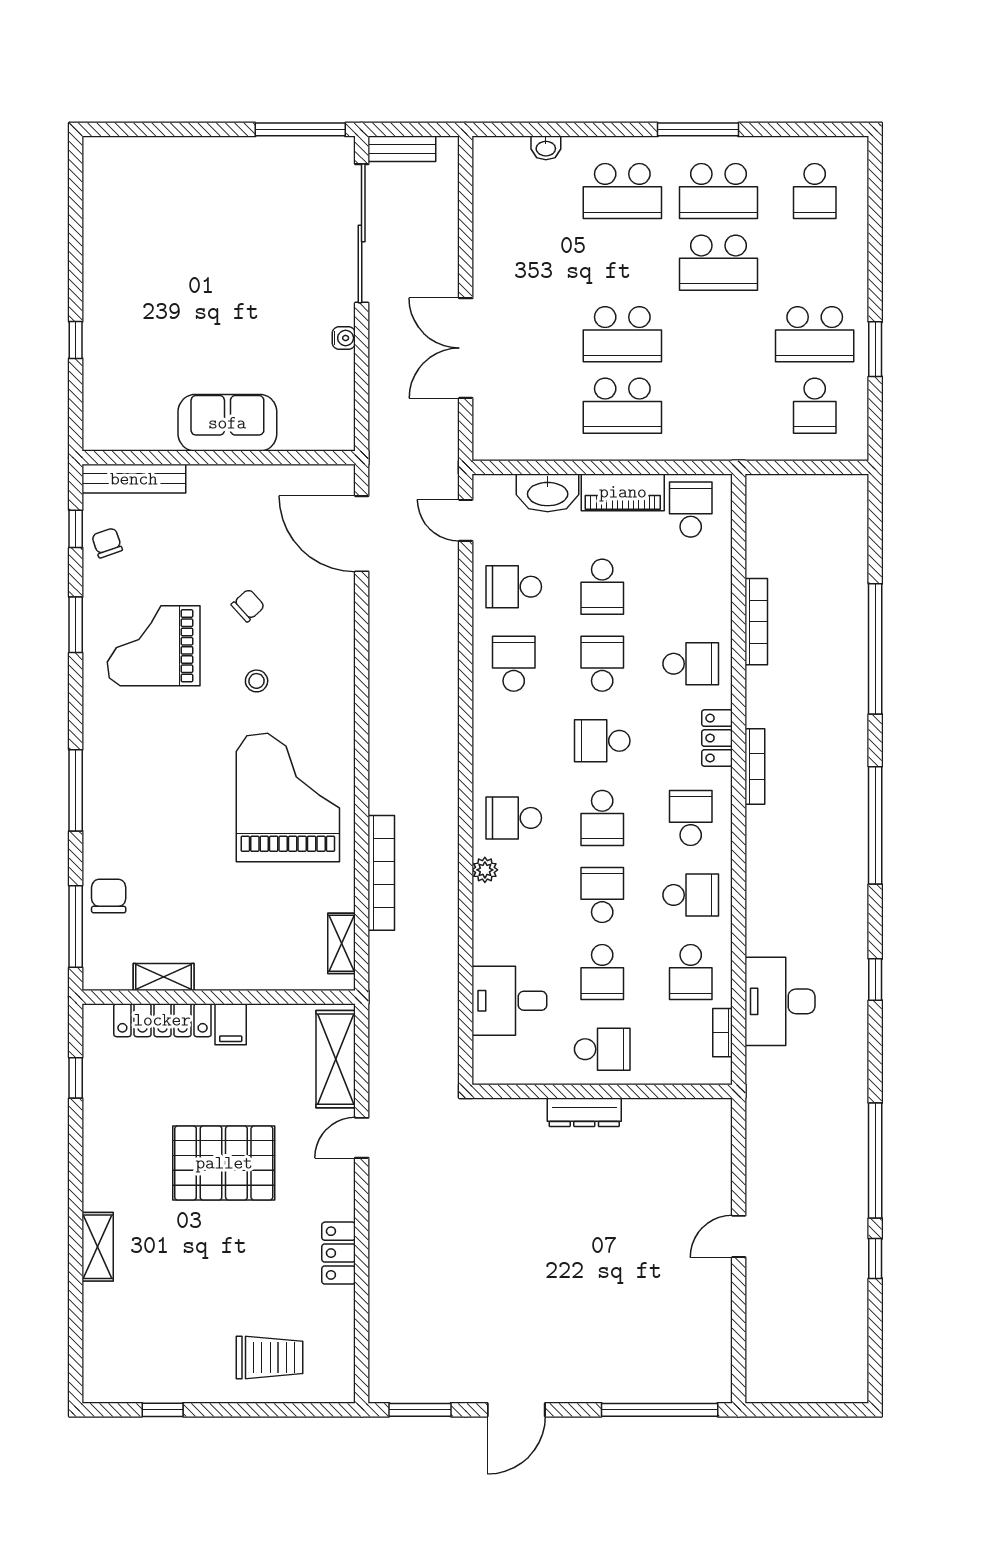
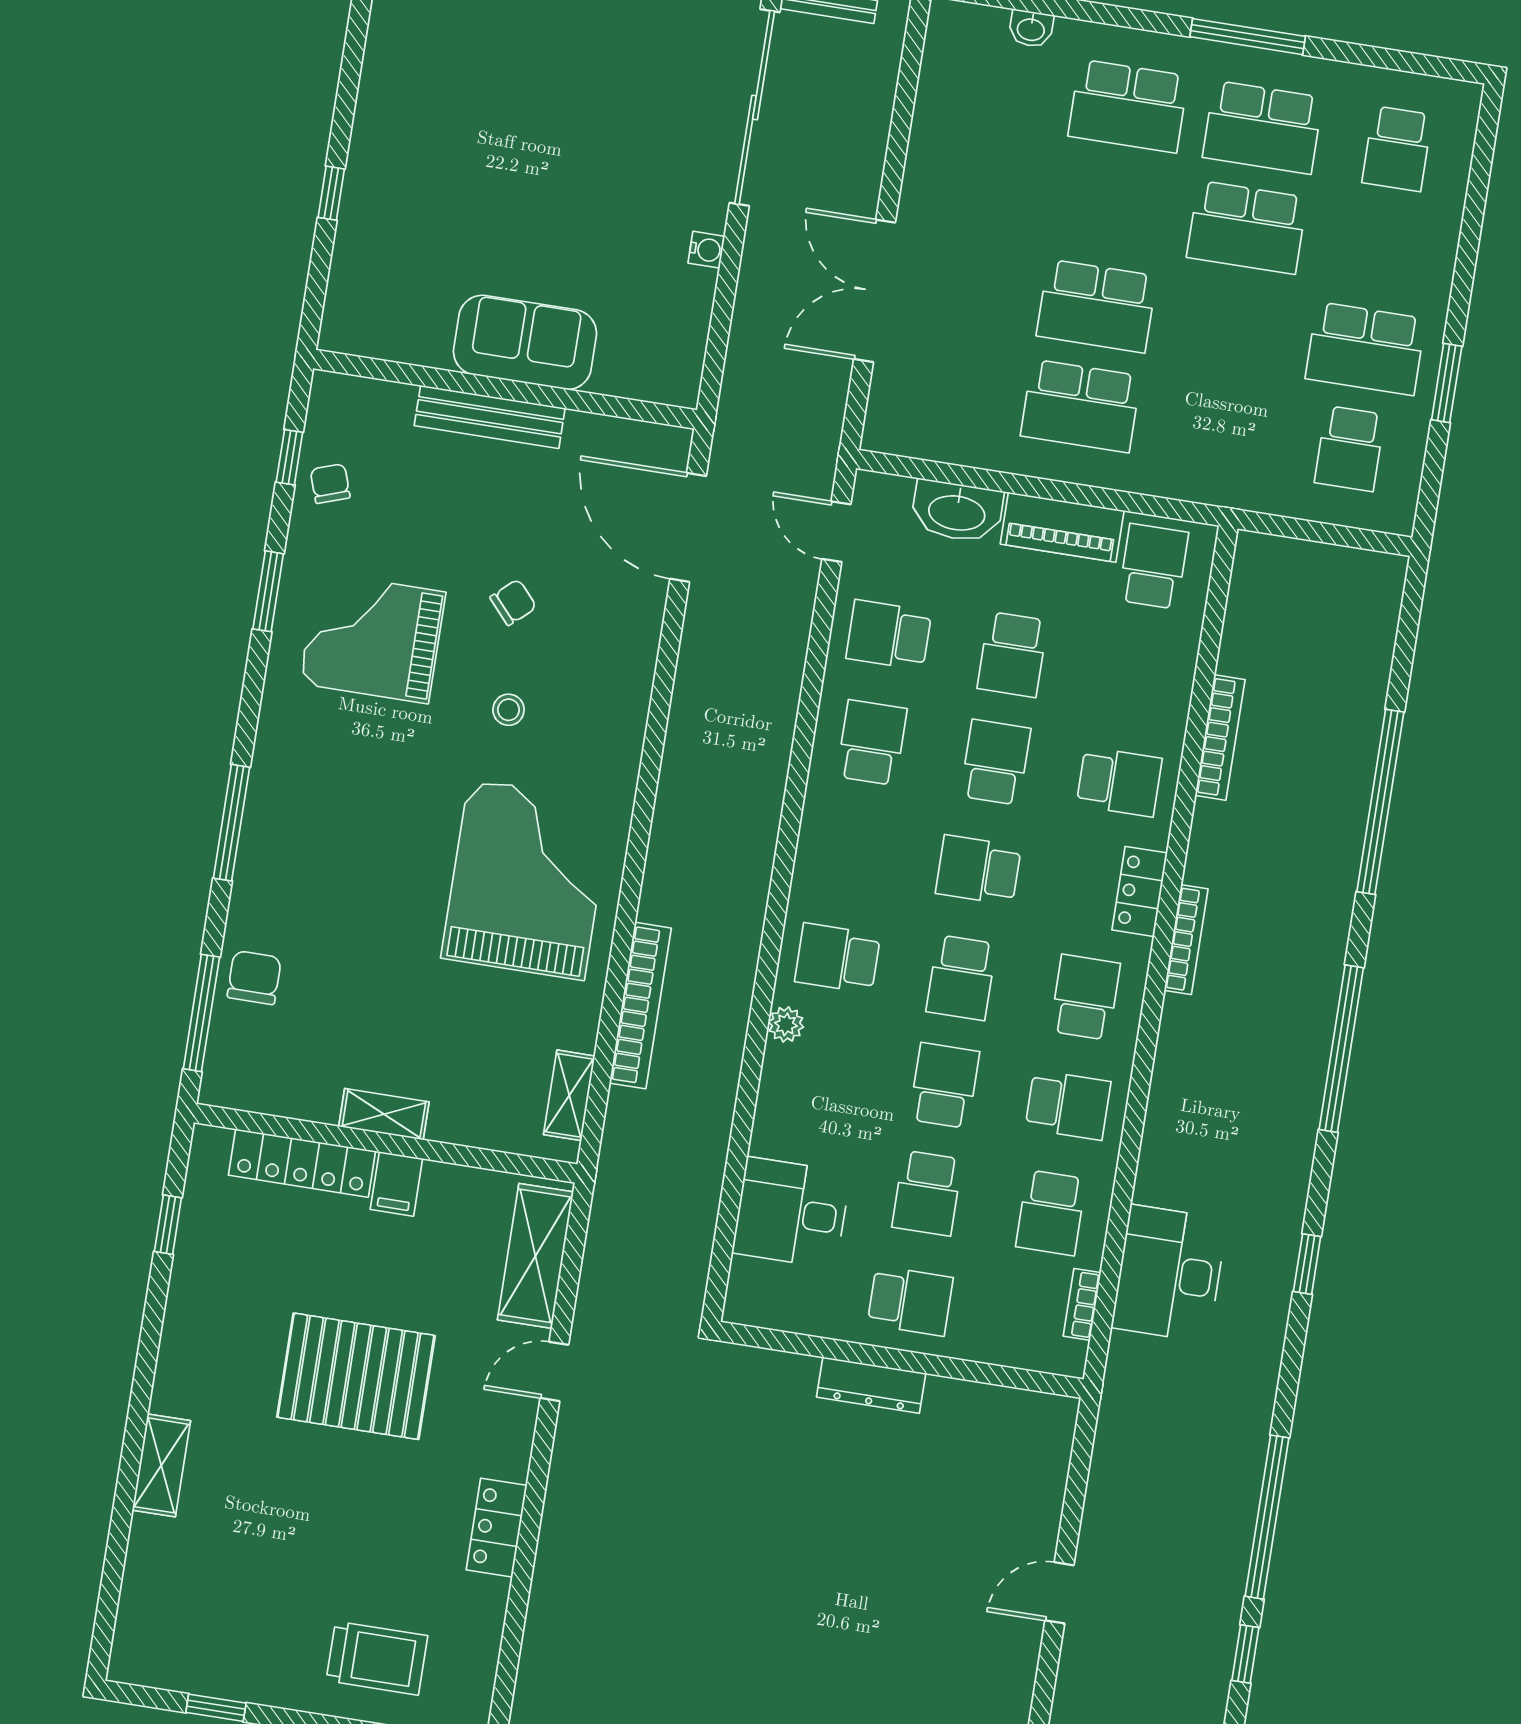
bench: (134, 479) -> (490, 417), moved
shelving: (164, 977) -> (384, 1114), moved

